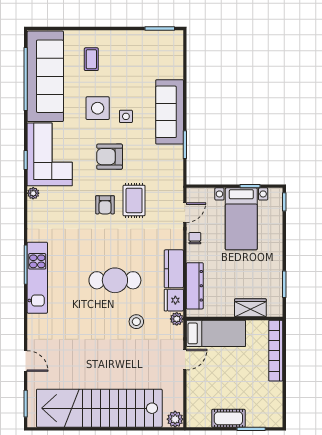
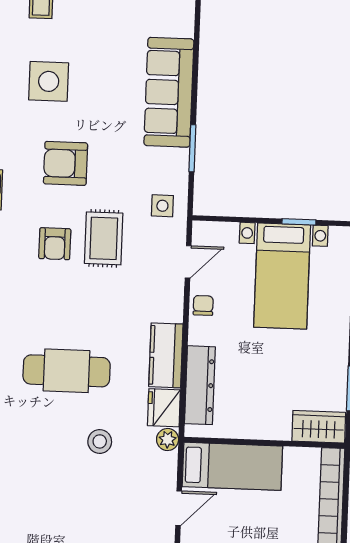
side table: (126, 116) -> (162, 206), moved
wardrobe: (250, 308) -> (319, 427), moved

